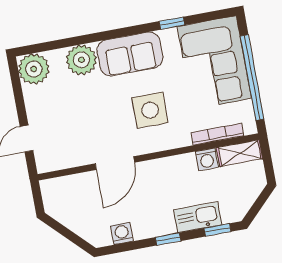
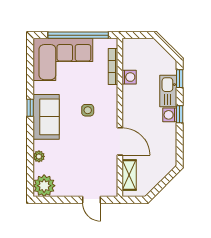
window: (172, 23) -> (30, 108), moved
plant: (81, 60) -> (39, 156), width x0.53, depth x0.53
side table: (150, 110) -> (88, 110), width x0.54, depth x0.54
shelving: (240, 153) -> (129, 175), moved
washing machine: (122, 233) -> (170, 115), moved

